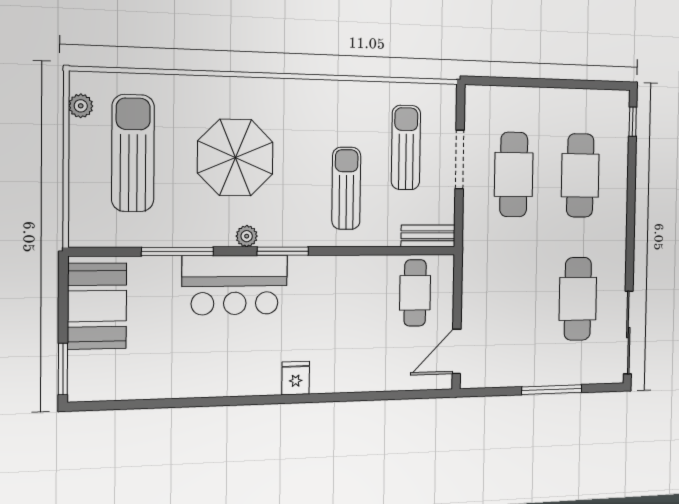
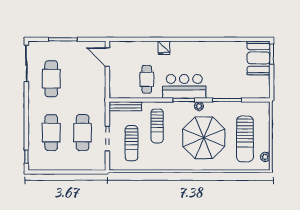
parasol: (235, 158) -> (204, 138), width x1.36, depth x1.36
bench: (428, 236) -> (125, 106), width x1.36
bar counter: (235, 285) -> (184, 86), moved
cafe table: (415, 293) -> (147, 79), moved
booth: (97, 306) -> (259, 58), moved
door: (457, 351) -> (107, 57), swing flipped
fridge: (296, 378) -> (164, 48), moved

